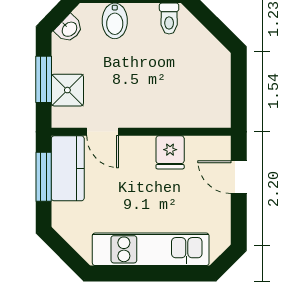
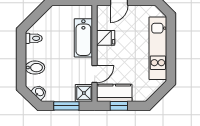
shower: (67, 90) -> (84, 93), moved
bathtub: (170, 111) -> (83, 38), added
window: (44, 177) -> (119, 106), width x0.67

